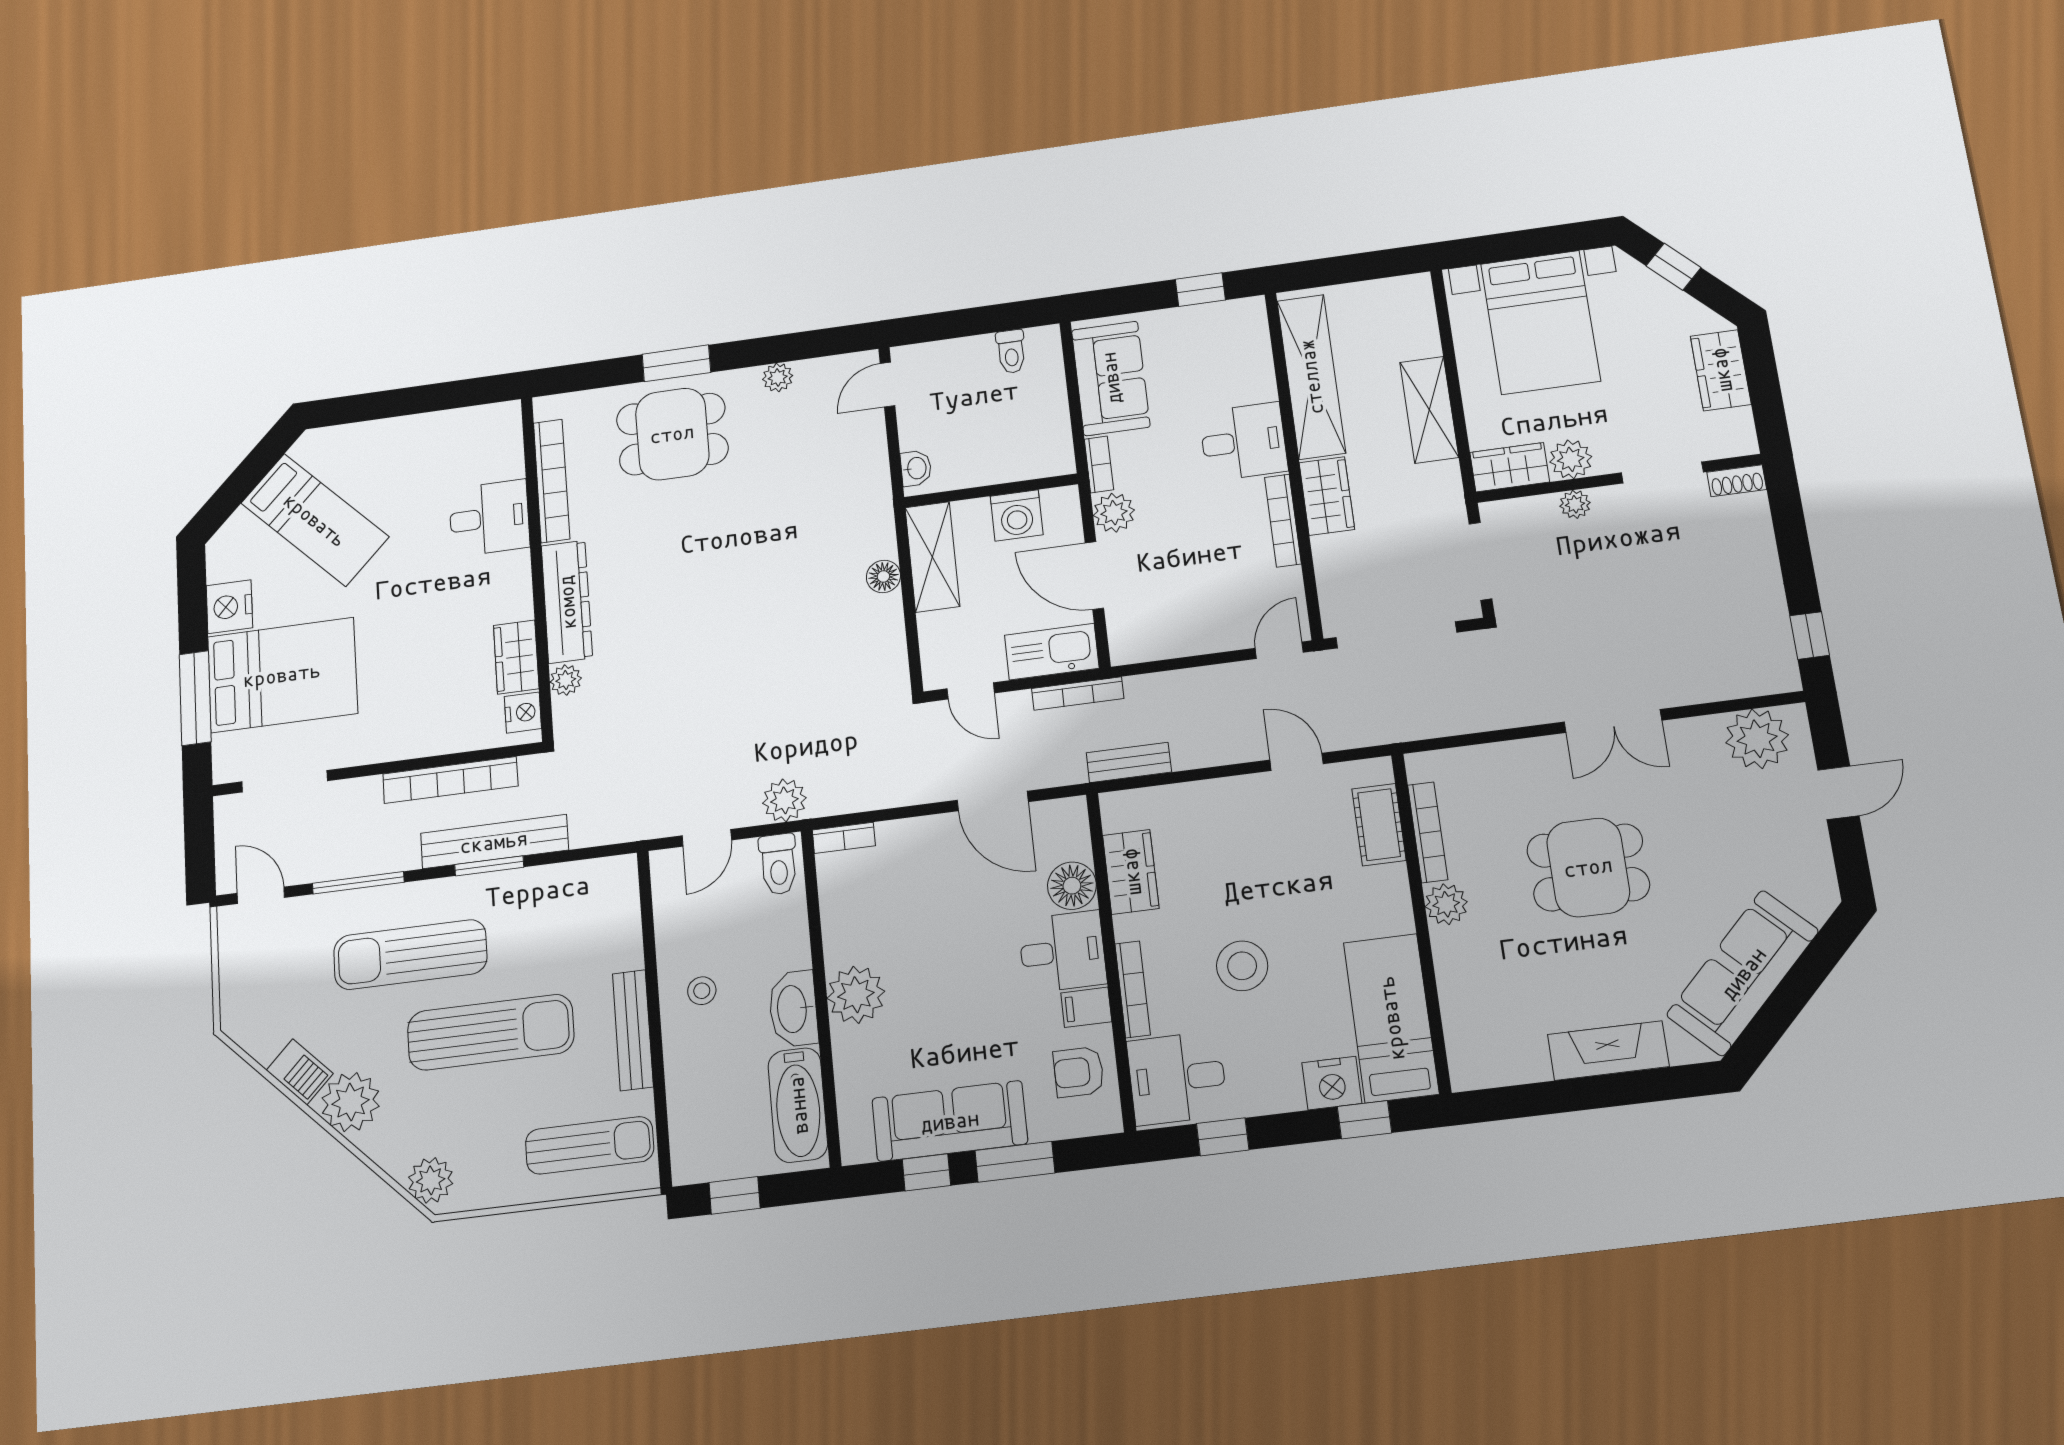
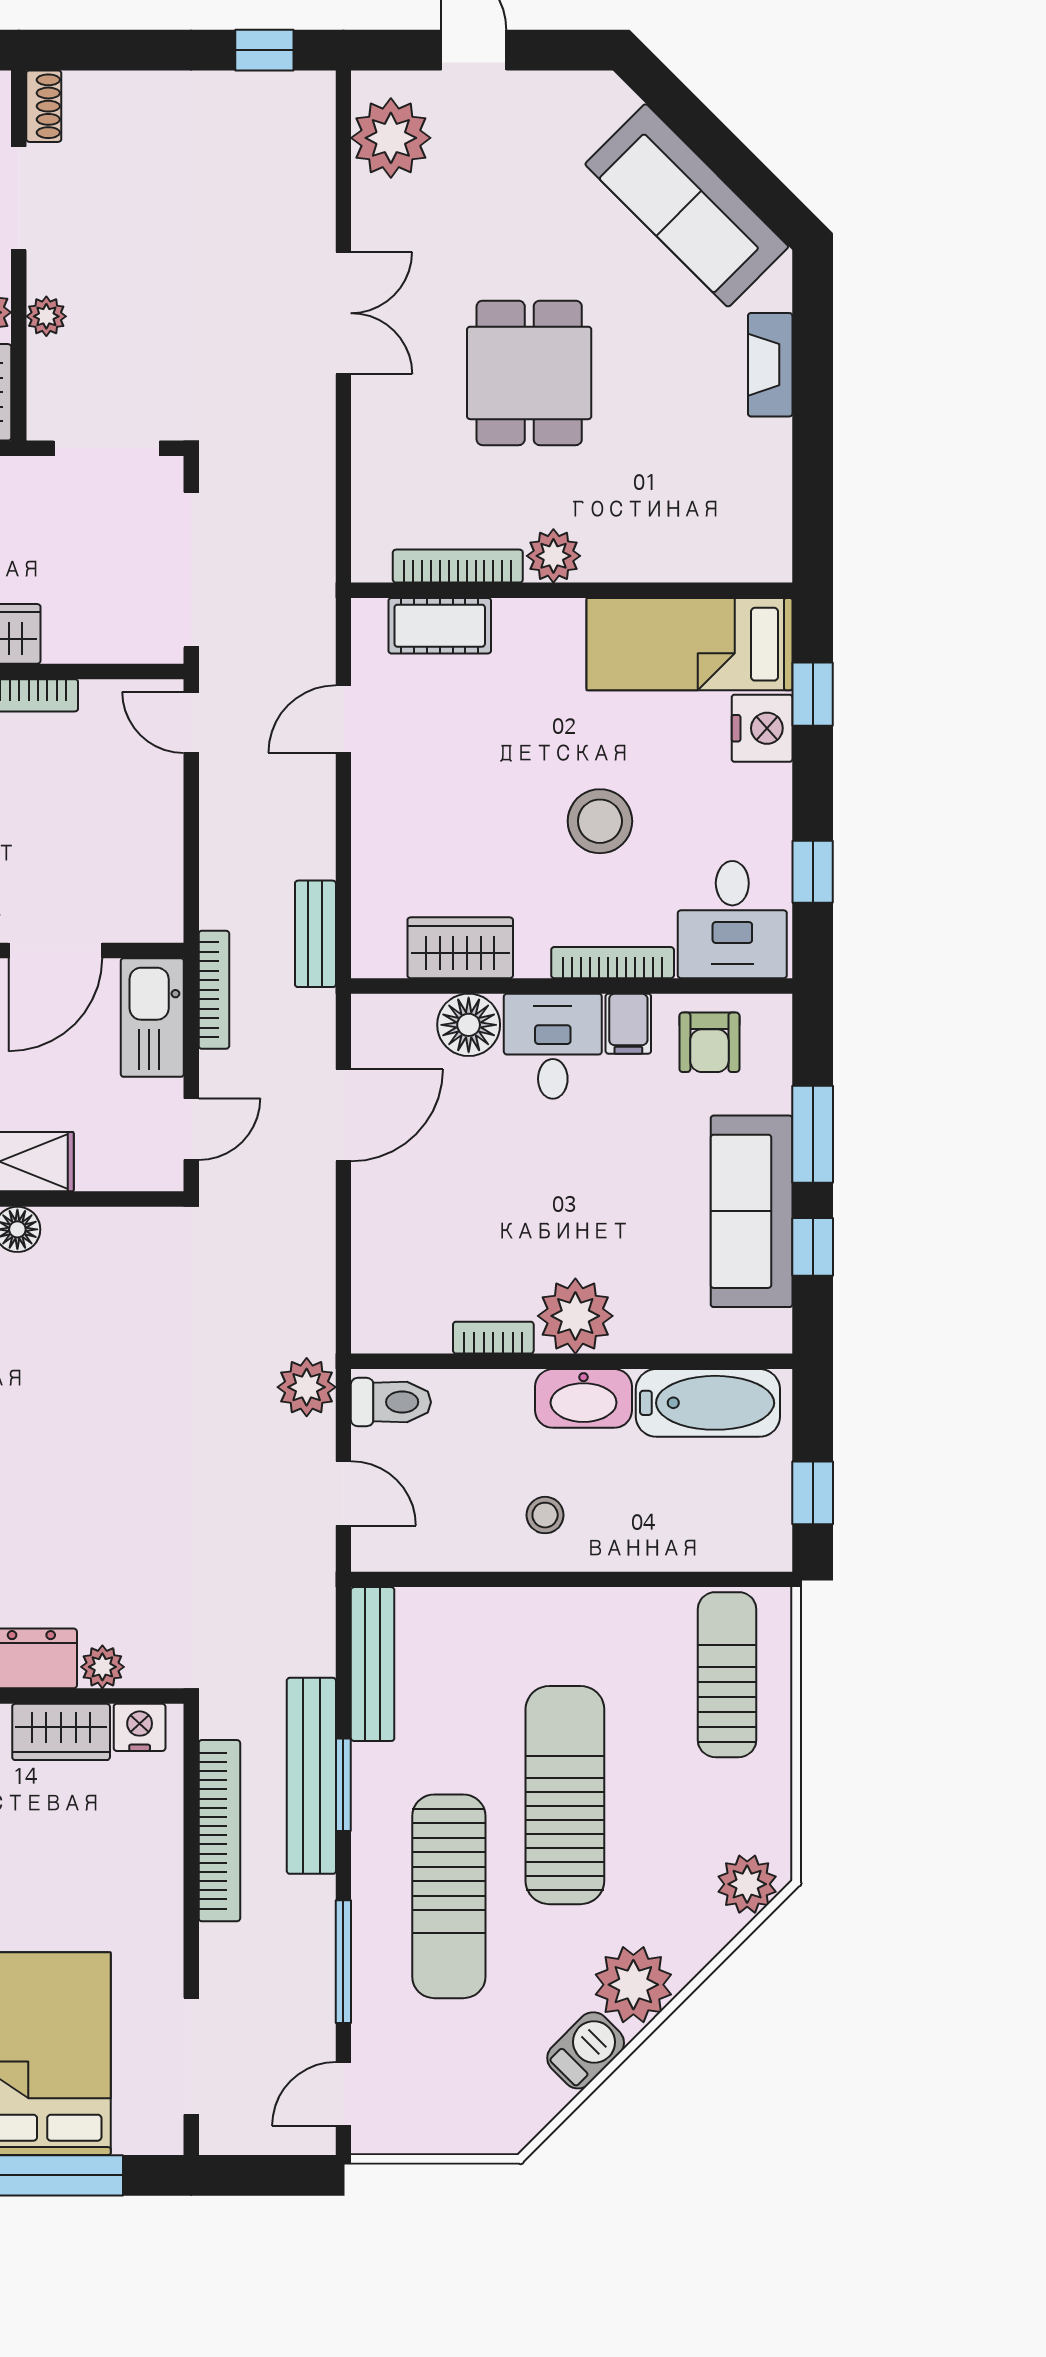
bookcase: (844, 838) -> (493, 1338), moved, turned -90
bench: (633, 1030) -> (373, 1664), moved, turned 90
fireplace: (1608, 1051) -> (770, 365), width x0.73, depth x0.76

